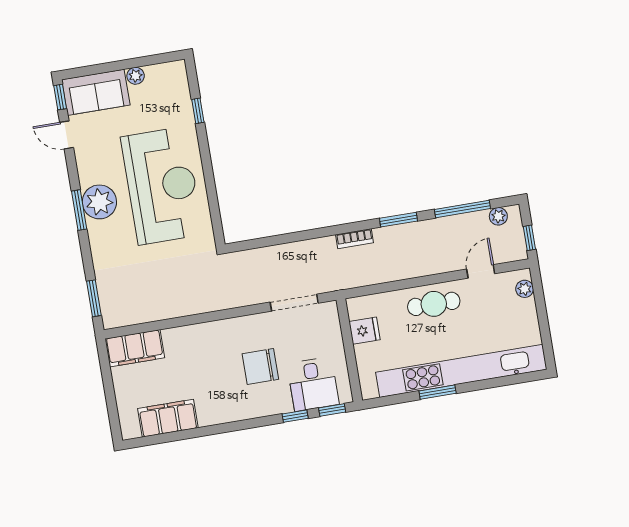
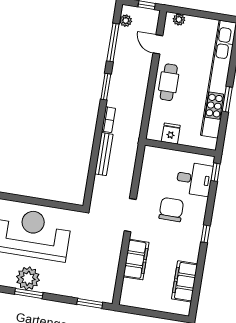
bench: (305, 248) -> (104, 154), added
doorway: (294, 303) -> (130, 215), moved
filing cabinet: (135, 348) -> (136, 260), moved
chair: (260, 367) -> (171, 210), turned 180
window: (295, 416) -> (206, 234), moved

